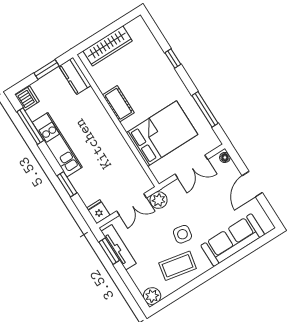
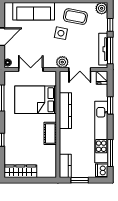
wardrobe: (108, 46) -> (20, 171), moved
kitchen counter: (117, 143) -> (65, 111), added
kitchen unit: (57, 145) -> (101, 132), width x1.36
double door: (132, 205) -> (80, 69), swing flipped
window: (109, 251) -> (110, 50), width x1.44
window: (129, 282) -> (110, 25), added

